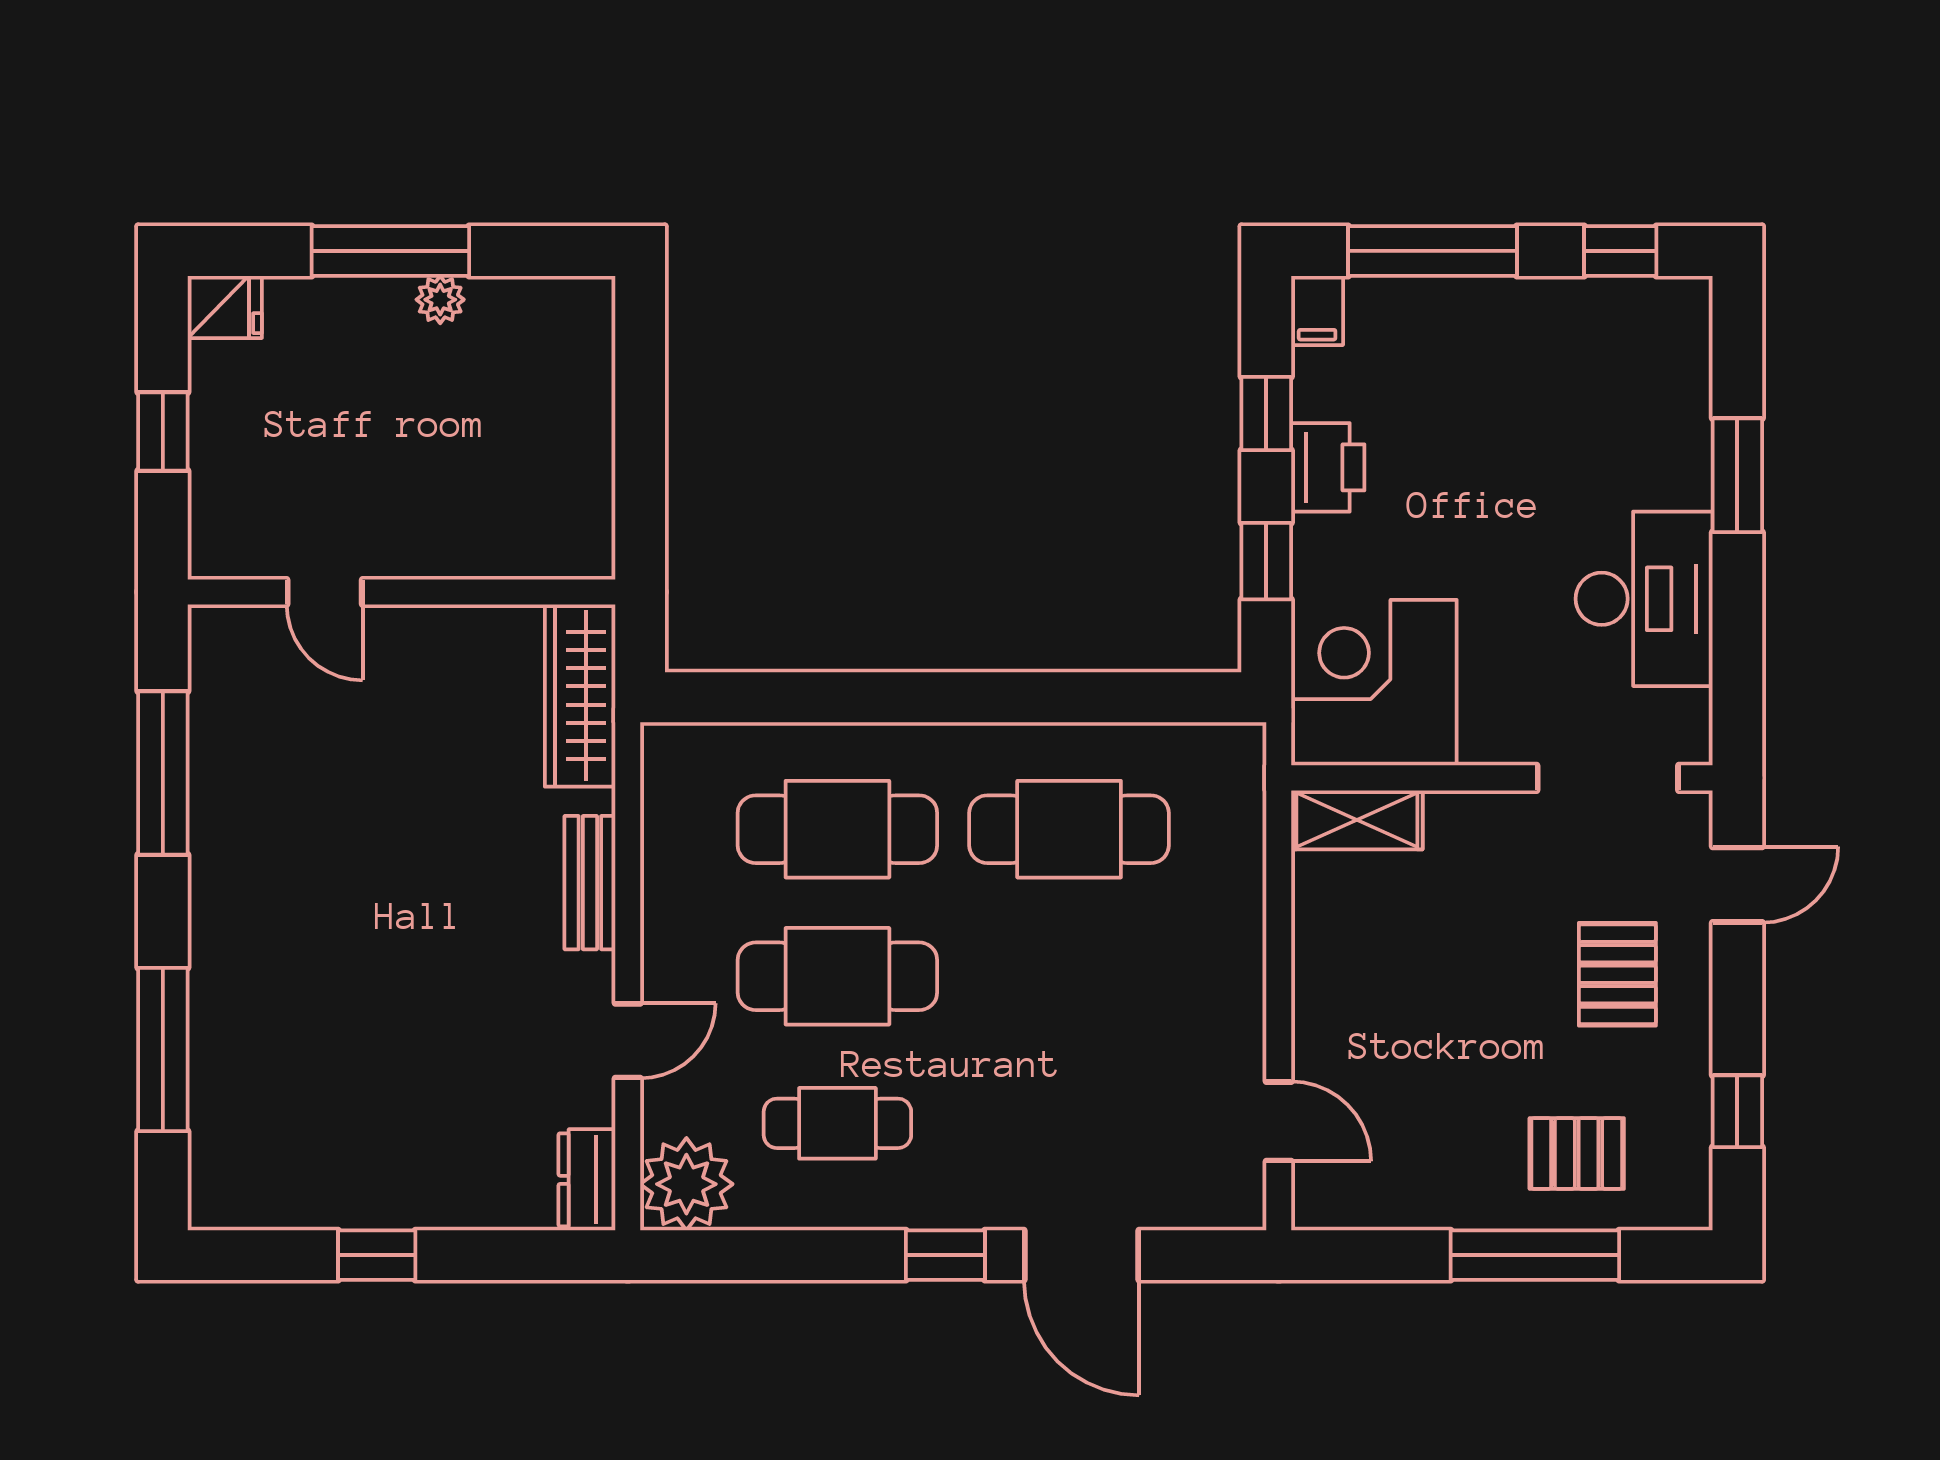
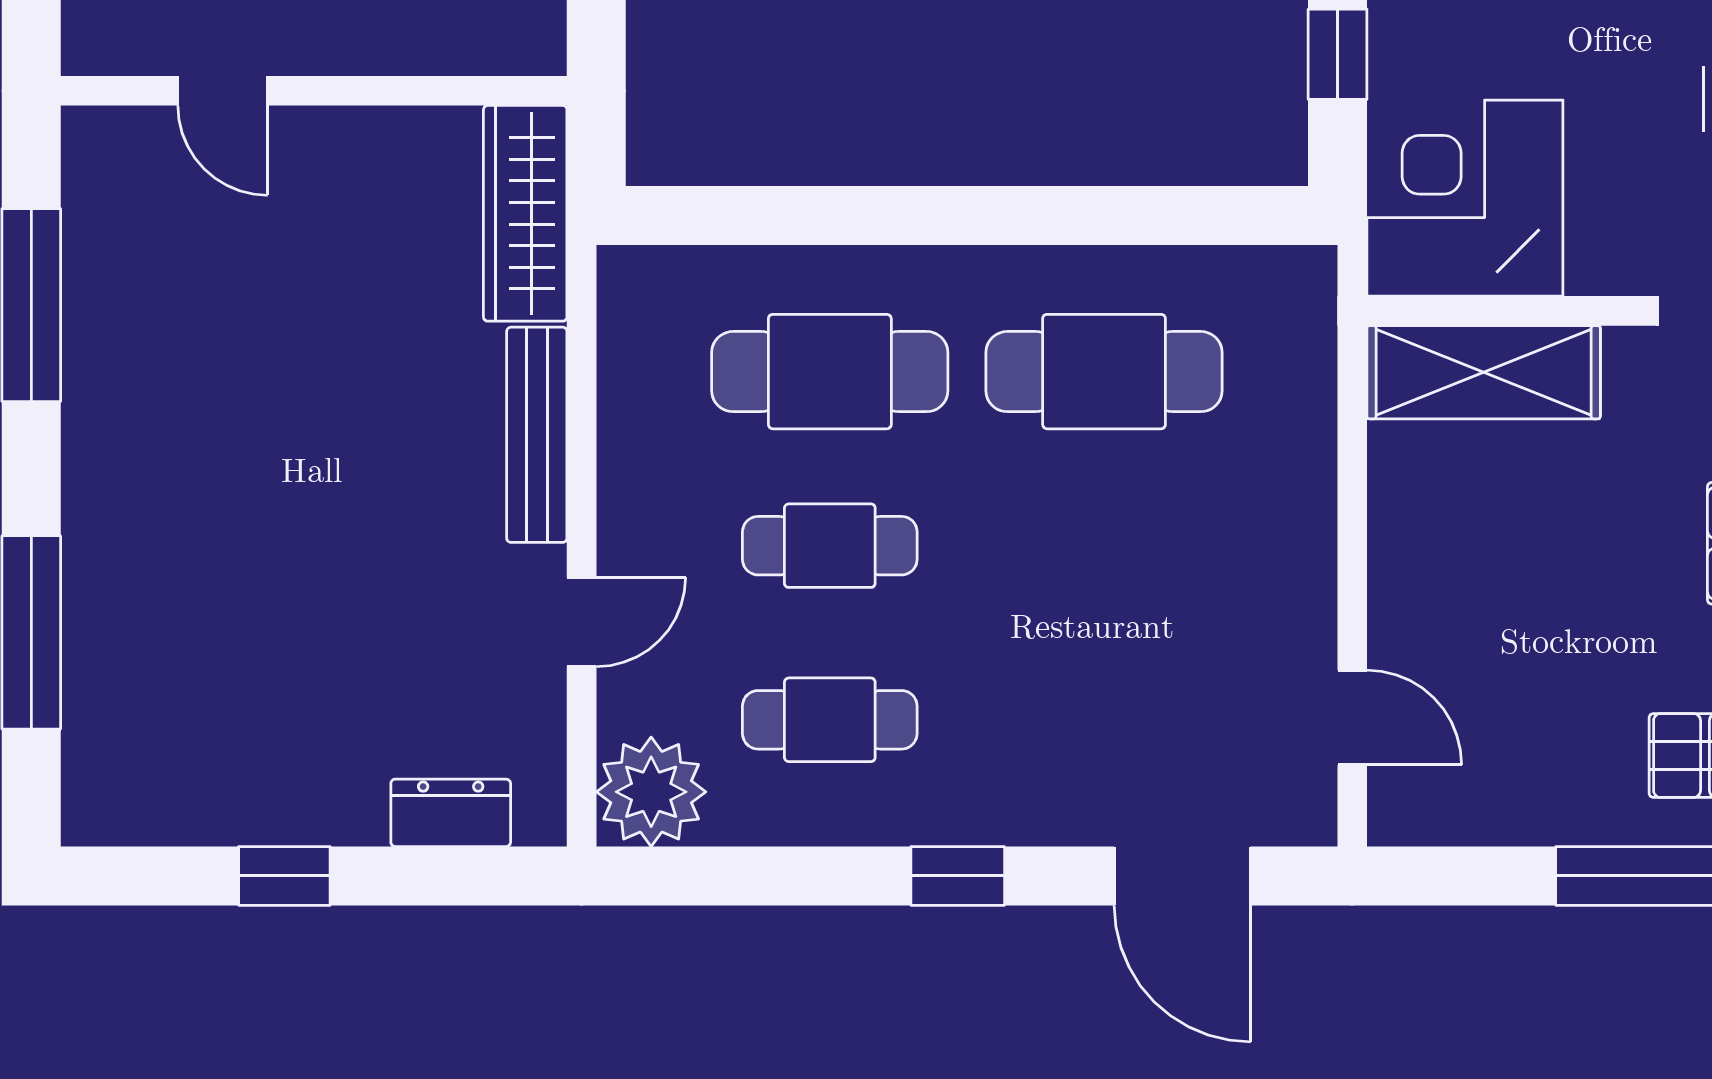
shelving: (1357, 820) -> (1484, 372), width x1.50, depth x1.33
bench: (590, 883) -> (537, 435), width x1.36
cafe table: (837, 976) -> (830, 546), width x0.73, depth x0.74
dresser: (587, 1180) -> (451, 813), moved, turned 90
door: (1082, 1255) -> (1182, 876), moved

